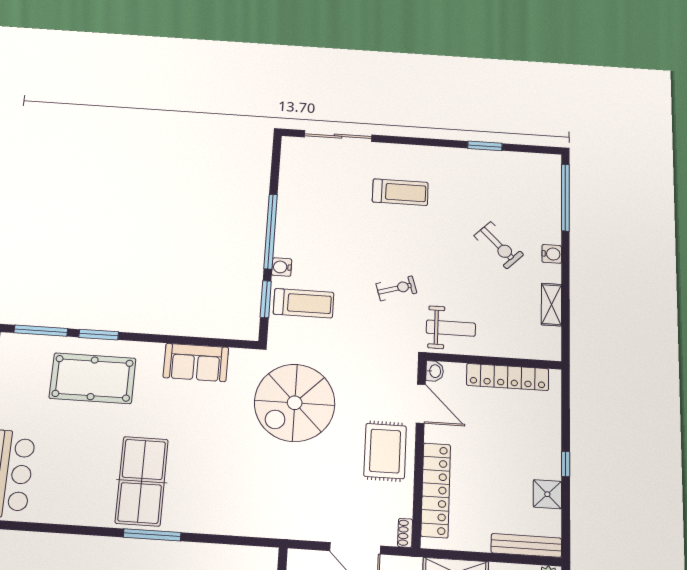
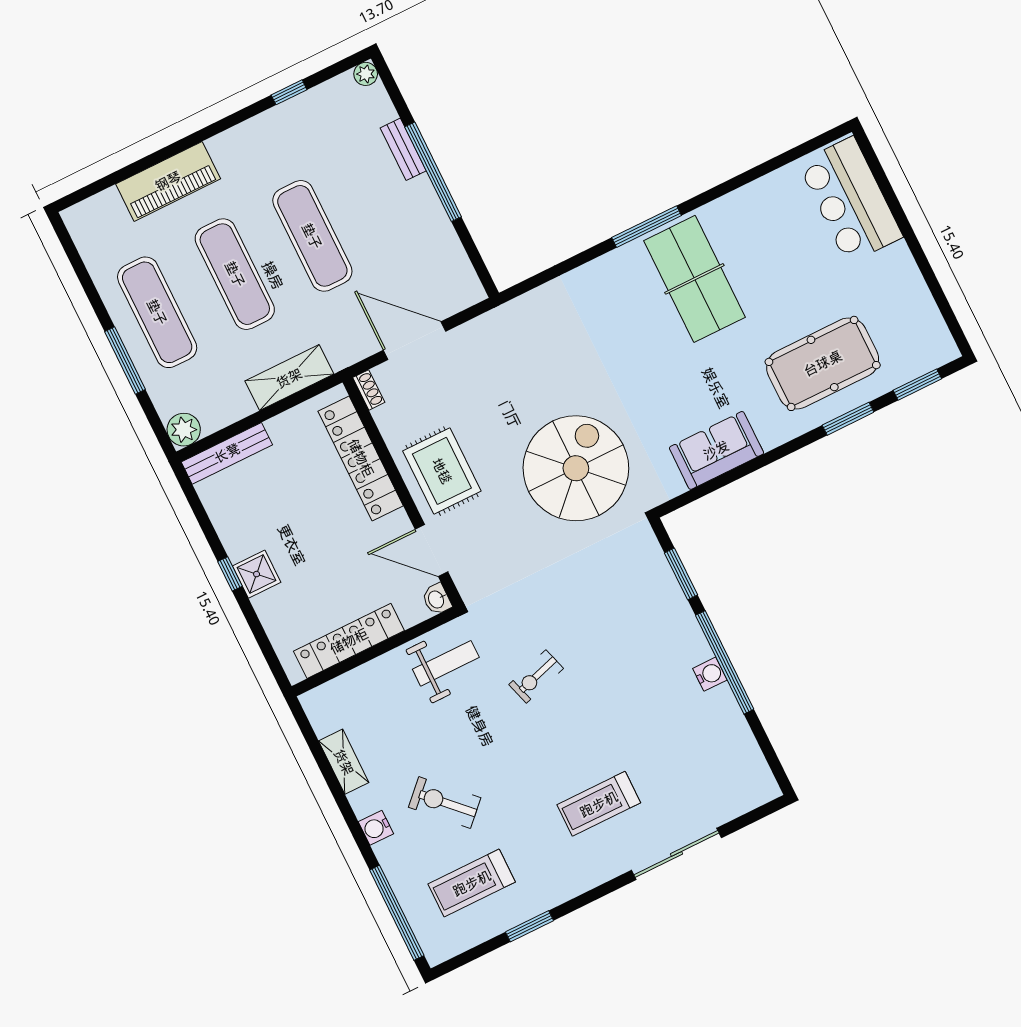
sliding door: (338, 136) -> (677, 854), moved
water cooler: (282, 267) -> (710, 674), moved
treadmill: (304, 303) -> (472, 883), moved
weight bench: (451, 328) -> (446, 663), turned 180
window: (41, 331) -> (917, 385), width x0.69
shower: (547, 494) -> (257, 574), moved

